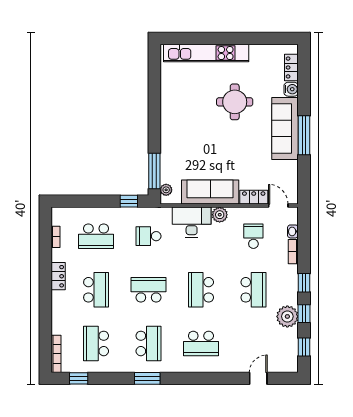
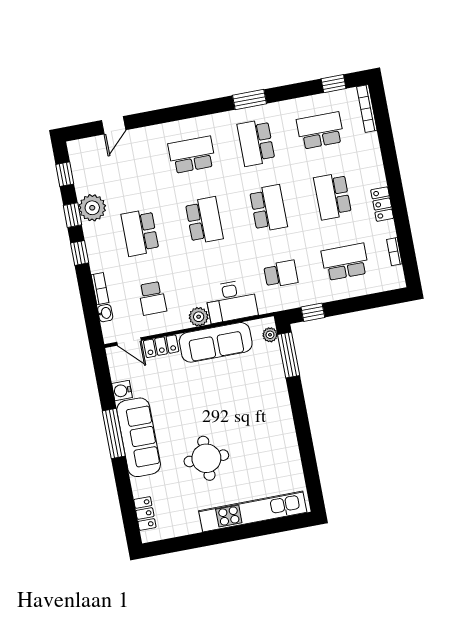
water cooler: (291, 89) -> (122, 391), moved
school desk: (149, 290) -> (268, 208), turned -90
school desk: (96, 343) -> (320, 130), turned -90

